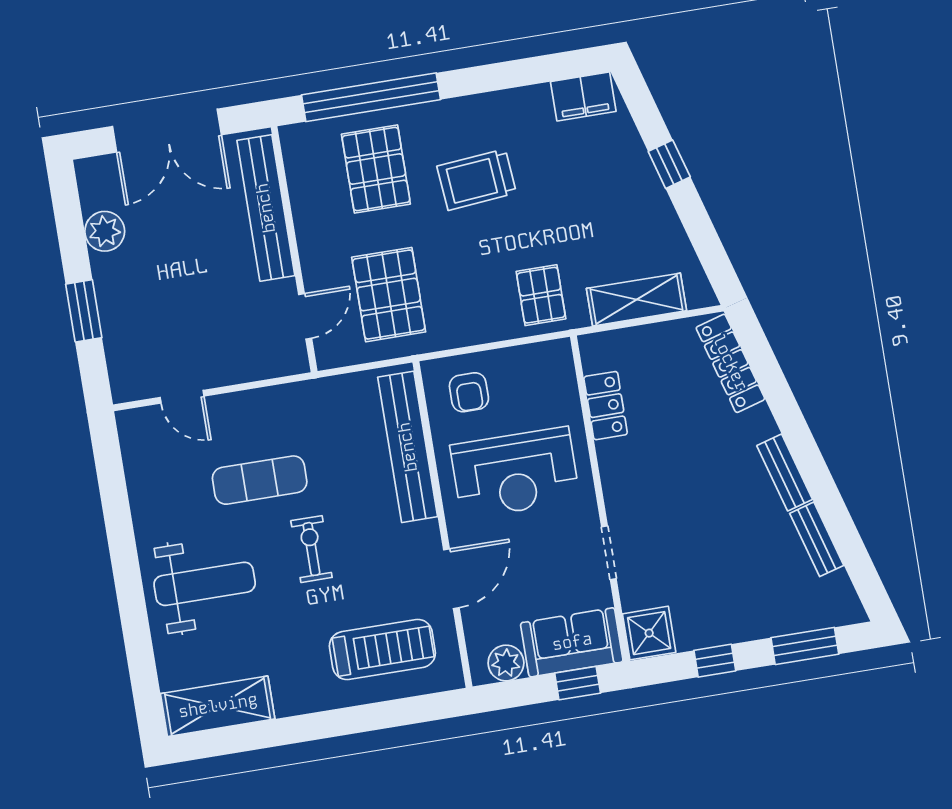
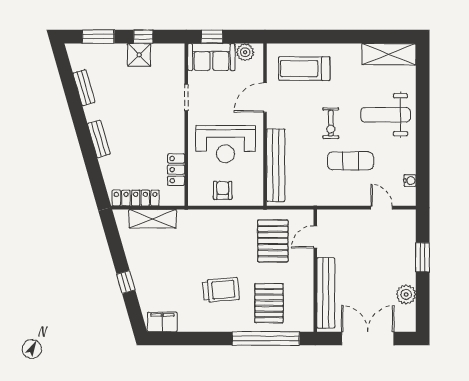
pallet: (541, 295) -> (199, 229), removed
locker: (730, 363) -> (136, 198), moved, turned -74
armchair: (469, 392) -> (223, 190), moved
water cooler: (134, 460) -> (410, 181), added
reception desk: (515, 473) -> (226, 144), turned 180
bench: (785, 473) -> (99, 139), moved
shower: (649, 633) -> (139, 55), moved

